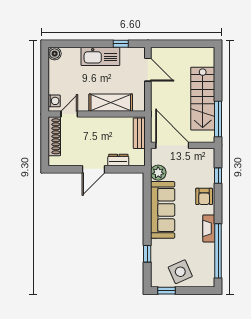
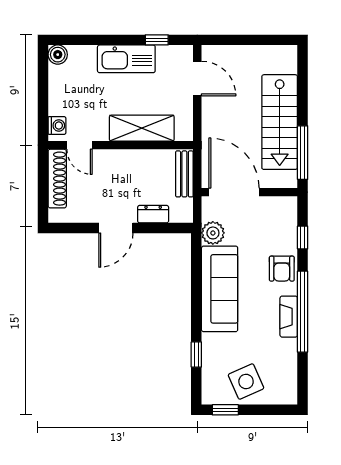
door: (69, 114) -> (80, 145), swing flipped
window: (218, 251) -> (303, 312), moved

